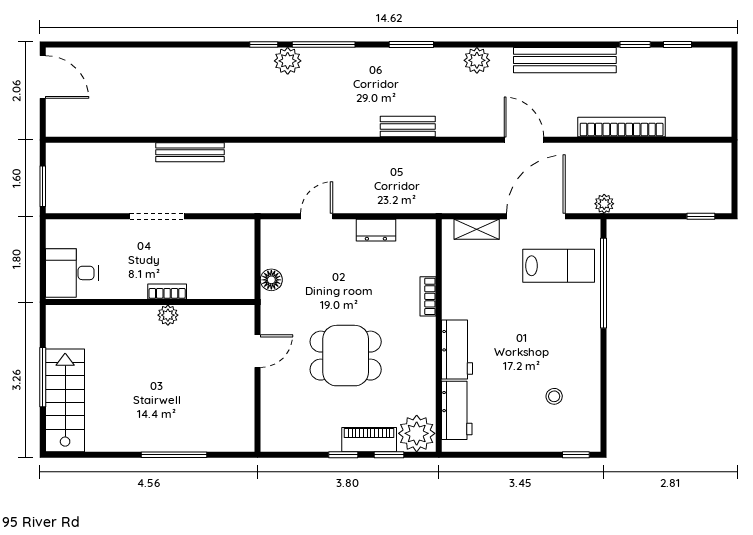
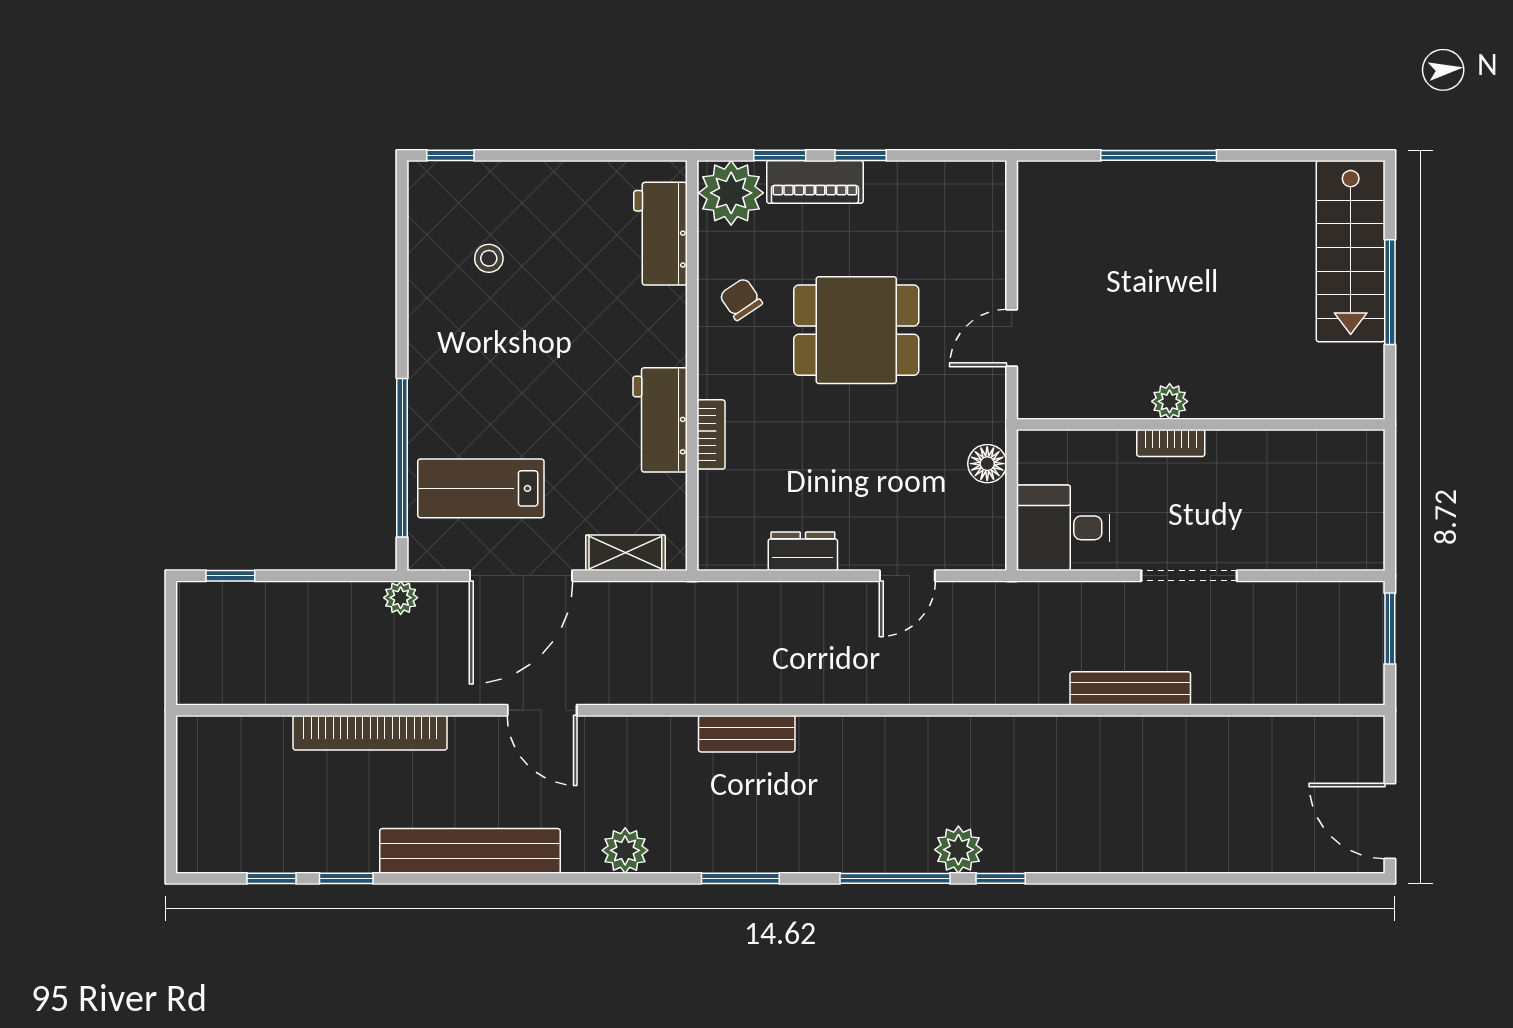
desk: (72, 273) -> (1063, 528), moved, turned 180
workbench: (457, 350) -> (660, 420), moved
chair: (411, 373) -> (741, 299), added

